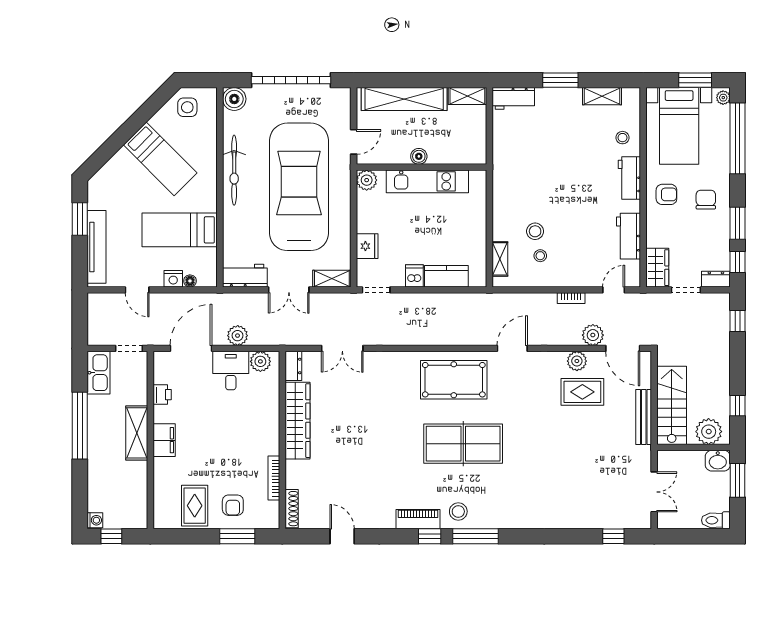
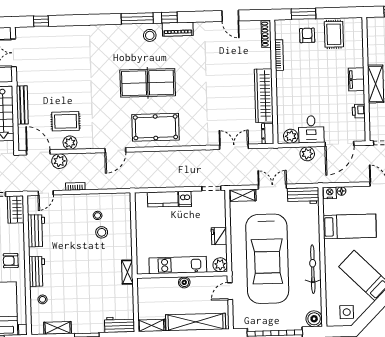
fridge: (367, 246) -> (219, 236), moved
shelving: (500, 259) -> (127, 272), moved
nightstand: (173, 279) -> (330, 193), moved

